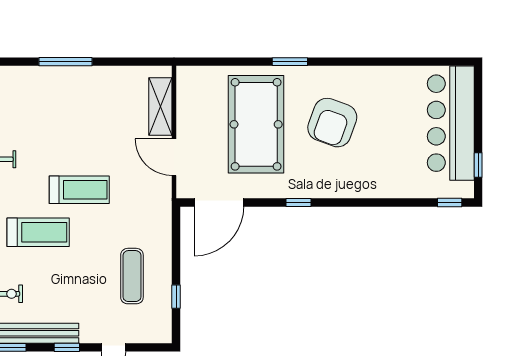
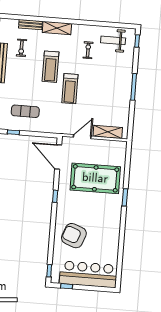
armchair: (332, 123) -> (74, 236), moved

